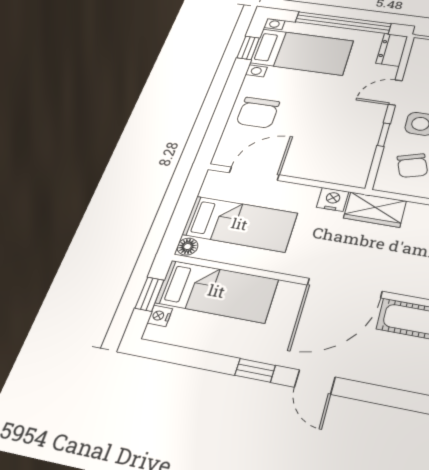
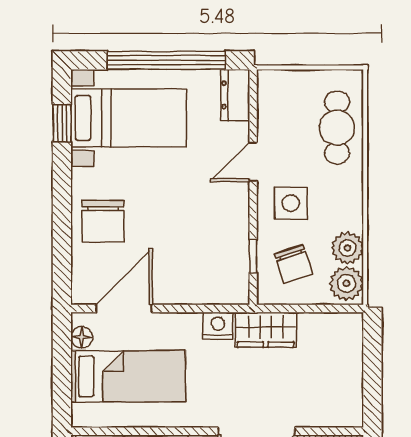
window: (384, 135) -> (253, 256), moved
floor lamp: (187, 247) -> (82, 337), moved

